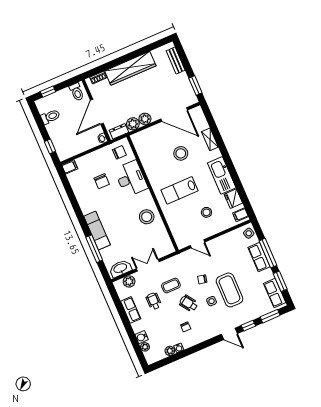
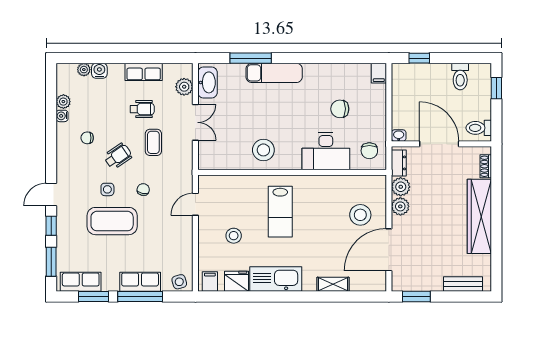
stool: (181, 153) -> (360, 215), moved
lab bench: (180, 190) -> (280, 212), turned 180

